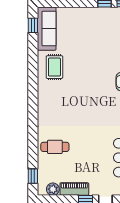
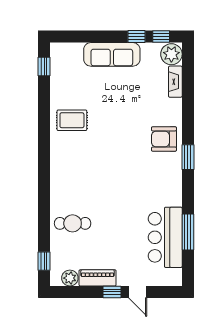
sofa: (47, 29) -> (112, 54), moved, turned 90
rug: (54, 67) -> (72, 120), turned 90

